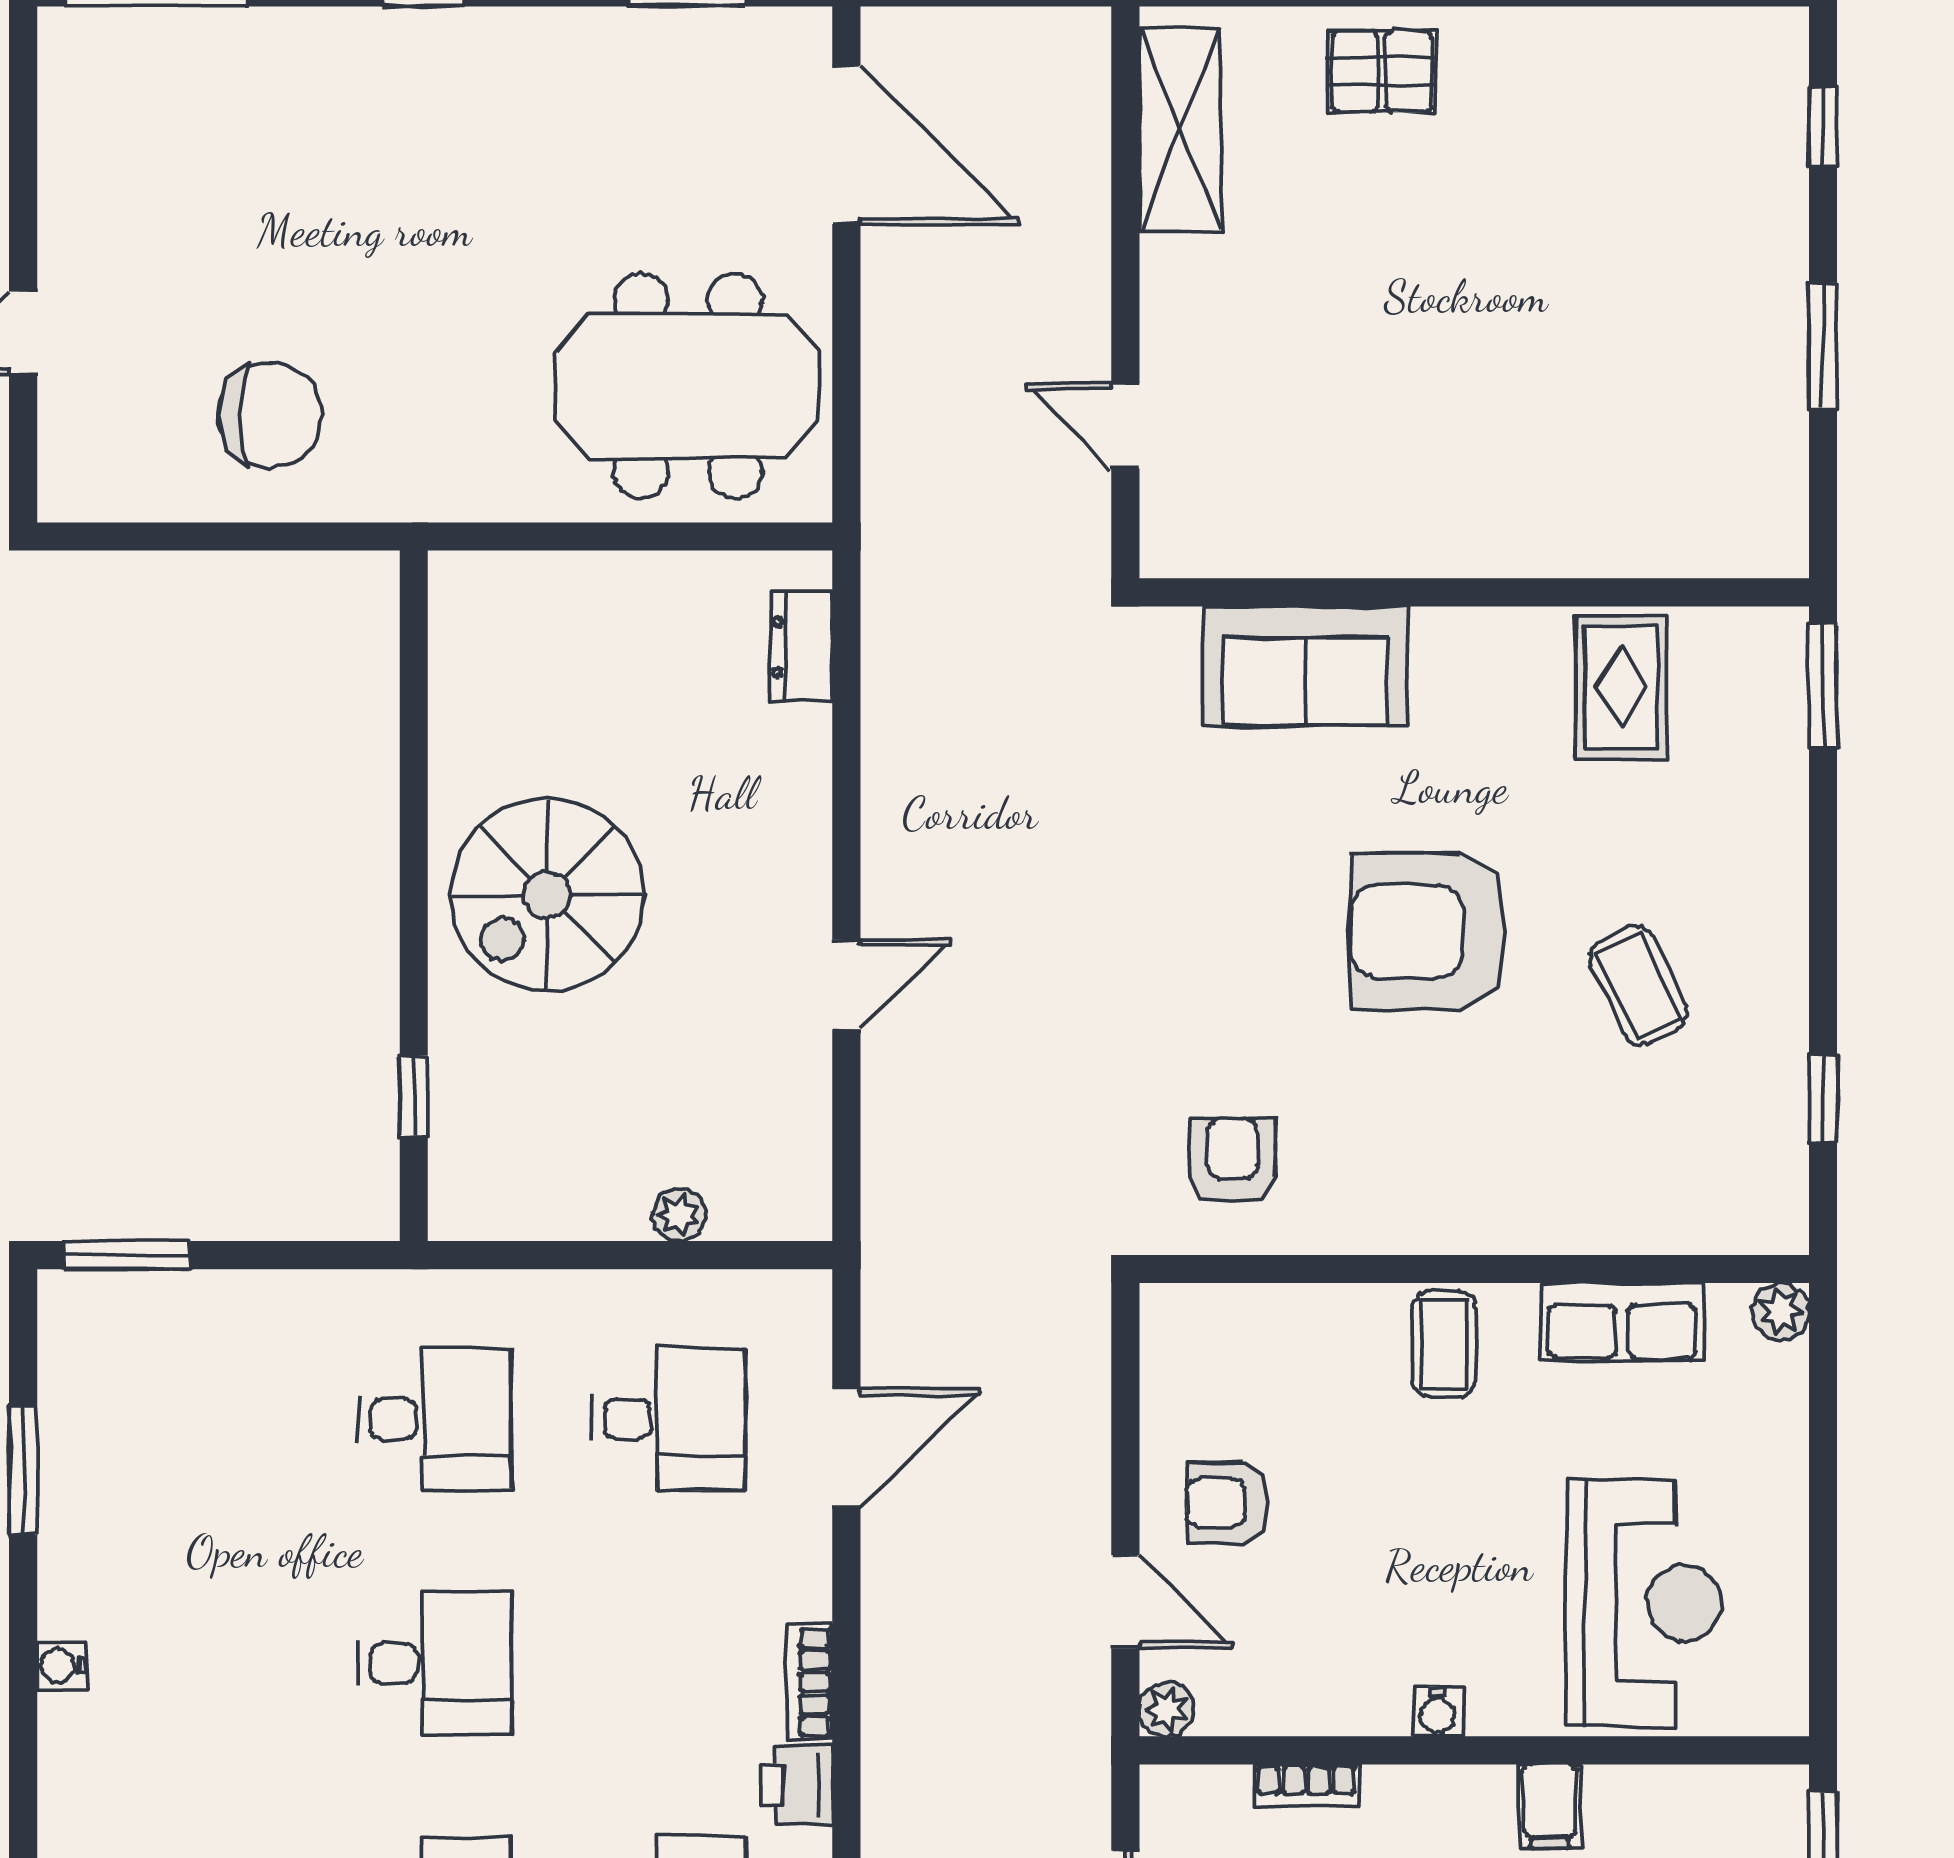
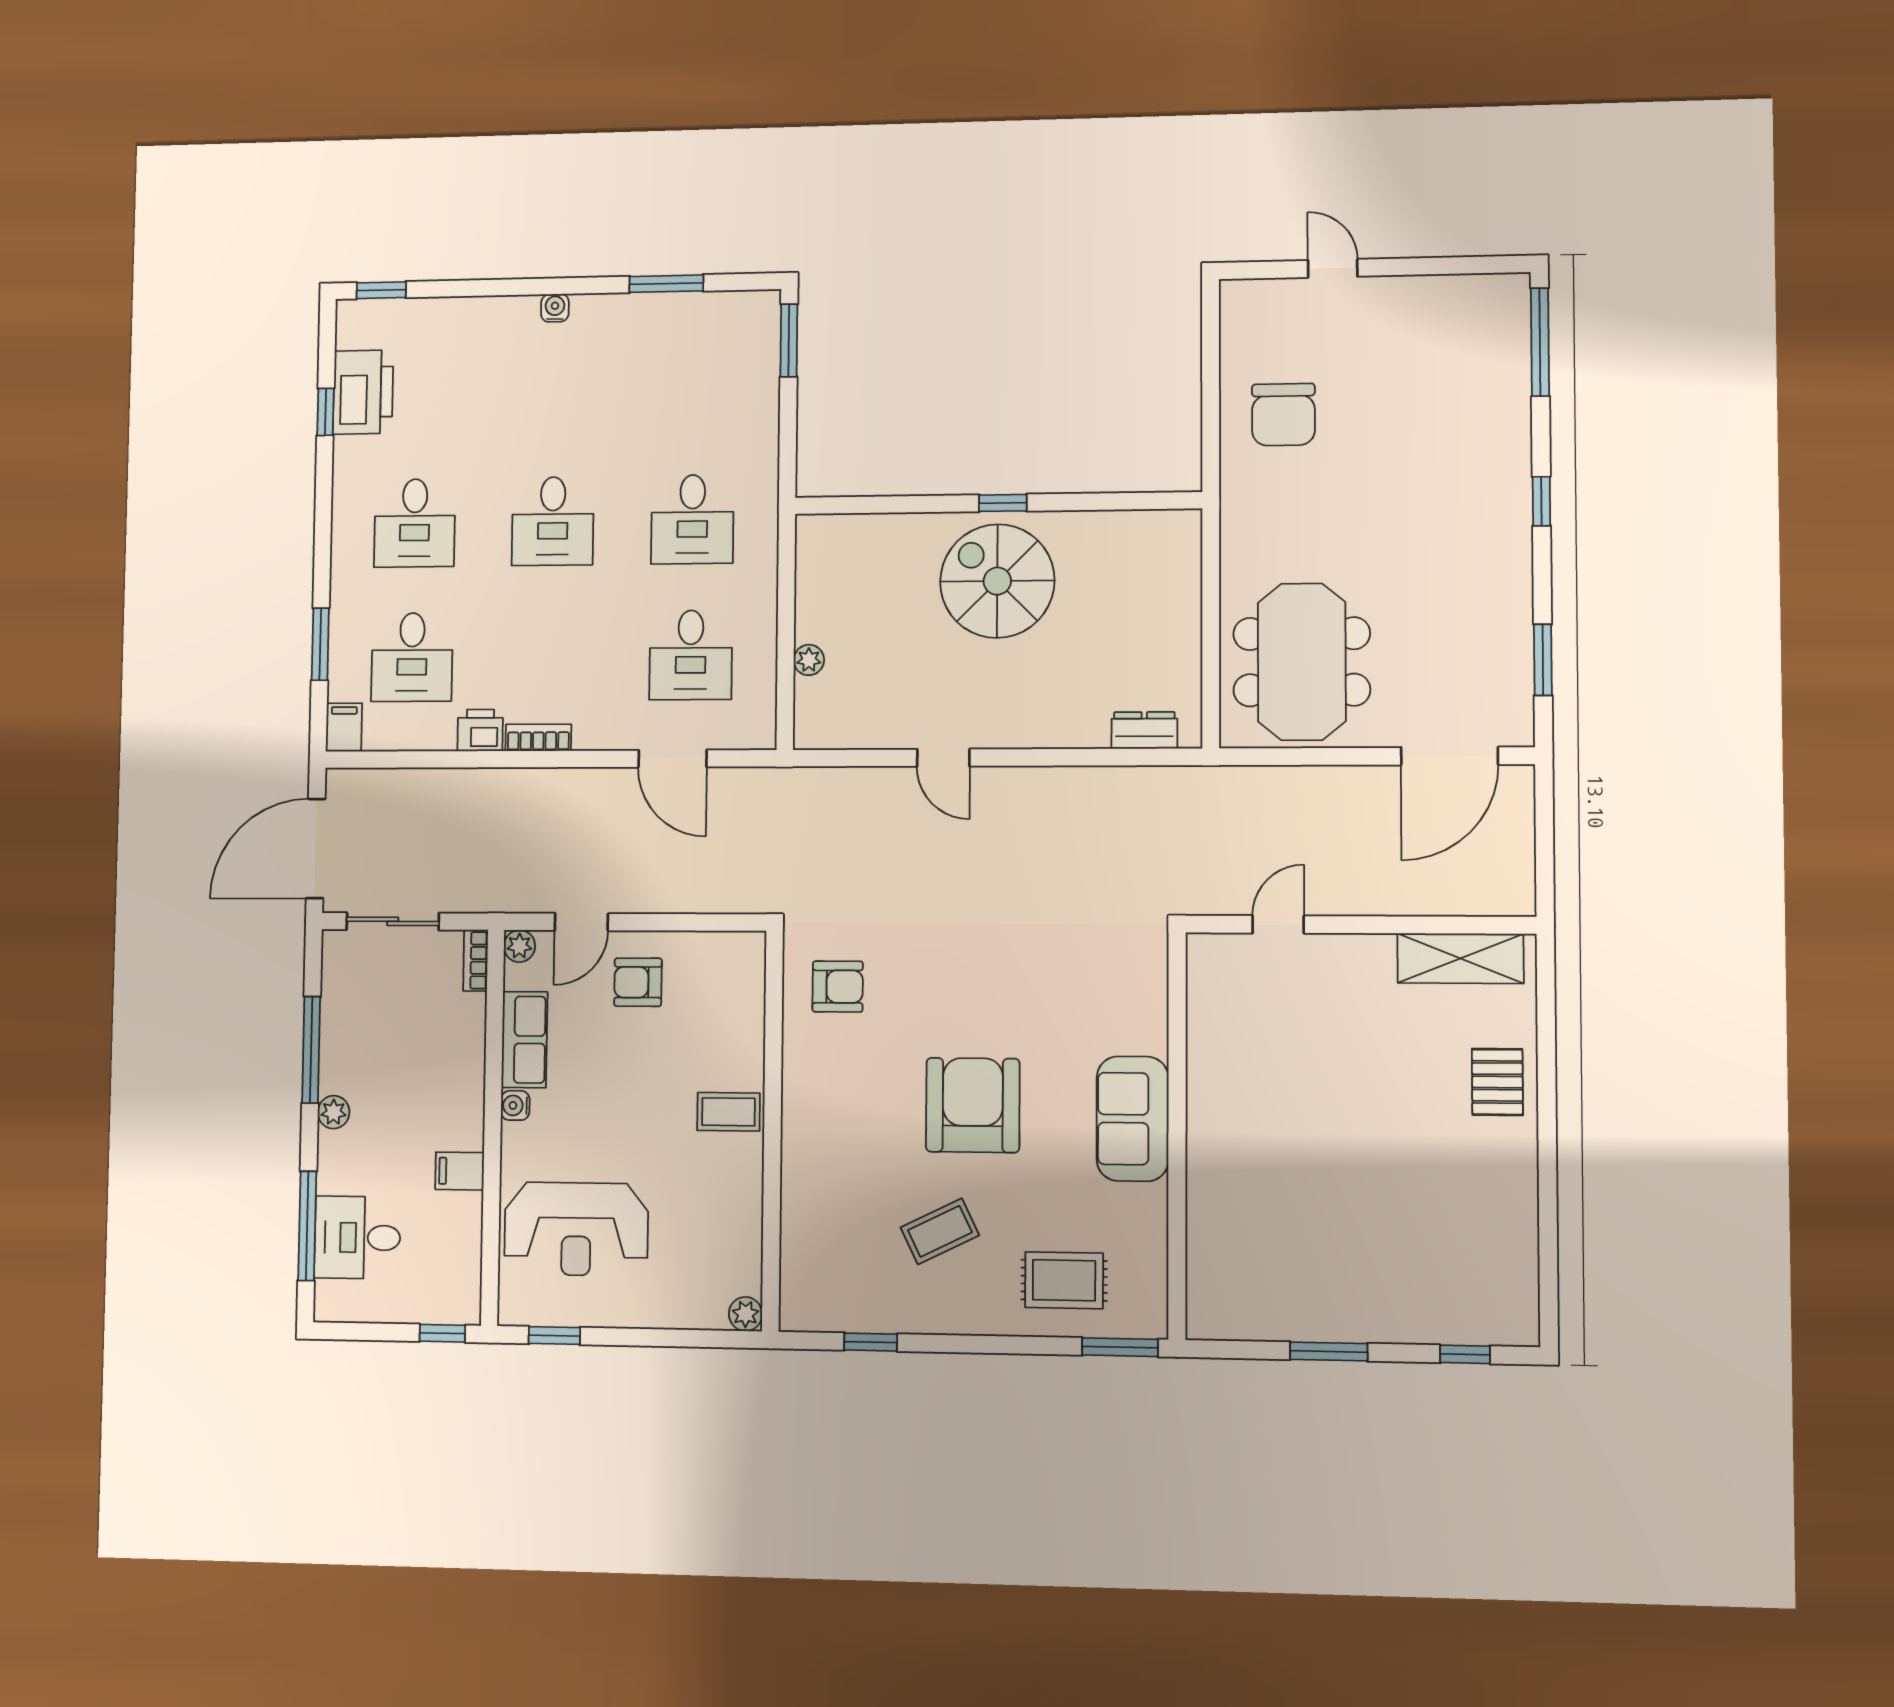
sofa: (1305, 666) -> (1133, 1119), moved
rug: (1621, 687) -> (1064, 1280), moved
window: (414, 1096) -> (1003, 503), moved
row of seats: (1622, 1322) -> (524, 1040), moved, turned 180
armchair: (1227, 1502) -> (638, 982), turned -90
window: (1823, 1637) -> (554, 1336), added
bookcase: (1306, 1785) -> (476, 960), moved

